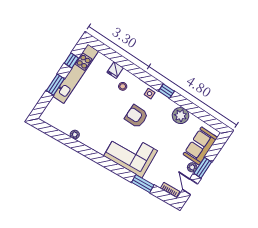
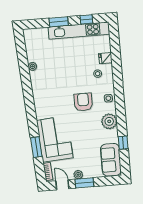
window: (166, 91) -> (123, 143), moved
plant: (181, 116) -> (109, 121), moved
sofa: (200, 146) -> (111, 160), moved, turned -90
corner sofa: (131, 153) -> (55, 139), moved
door: (190, 187) -> (62, 185), hinge flipped

